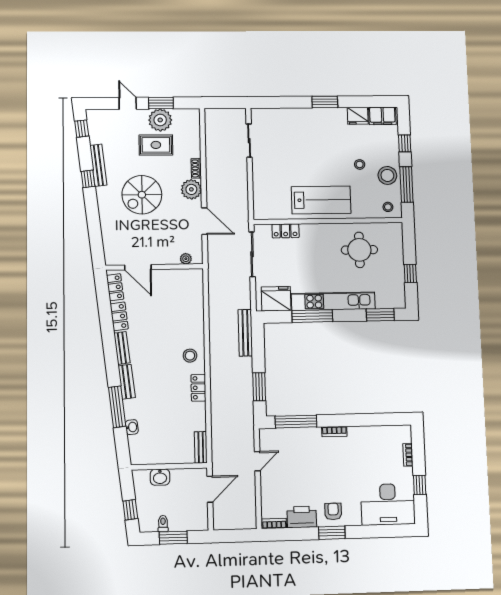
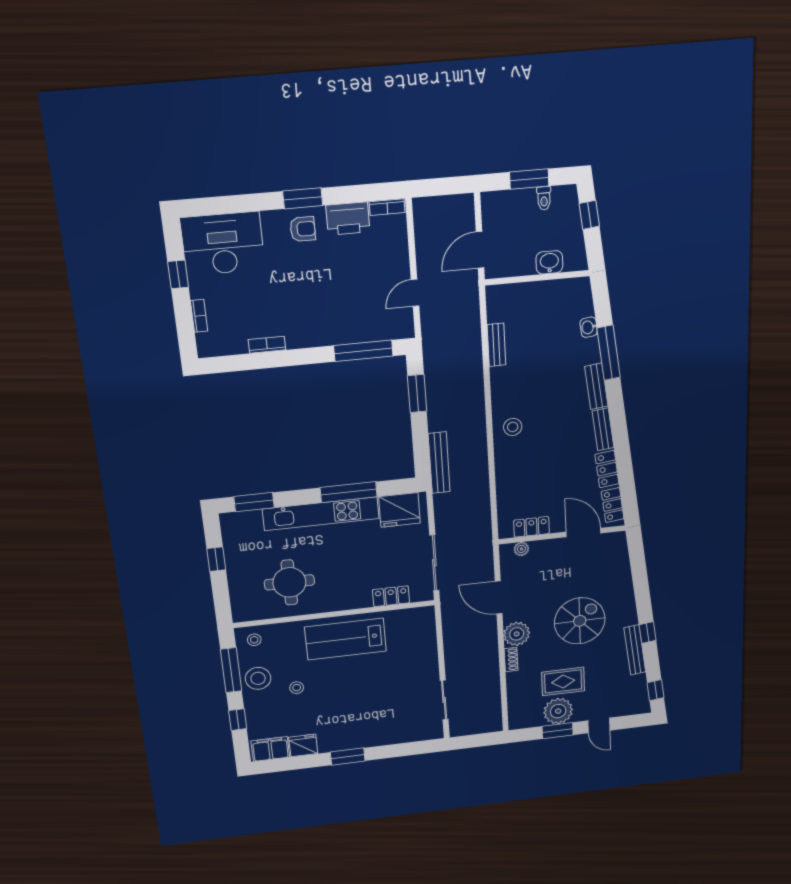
locker: (198, 388) -> (531, 527), moved, turned -90
bookcase: (334, 432) -> (267, 345), moved
bench: (201, 447) -> (496, 345), moved
armchair: (333, 511) -> (303, 229), turned -90

